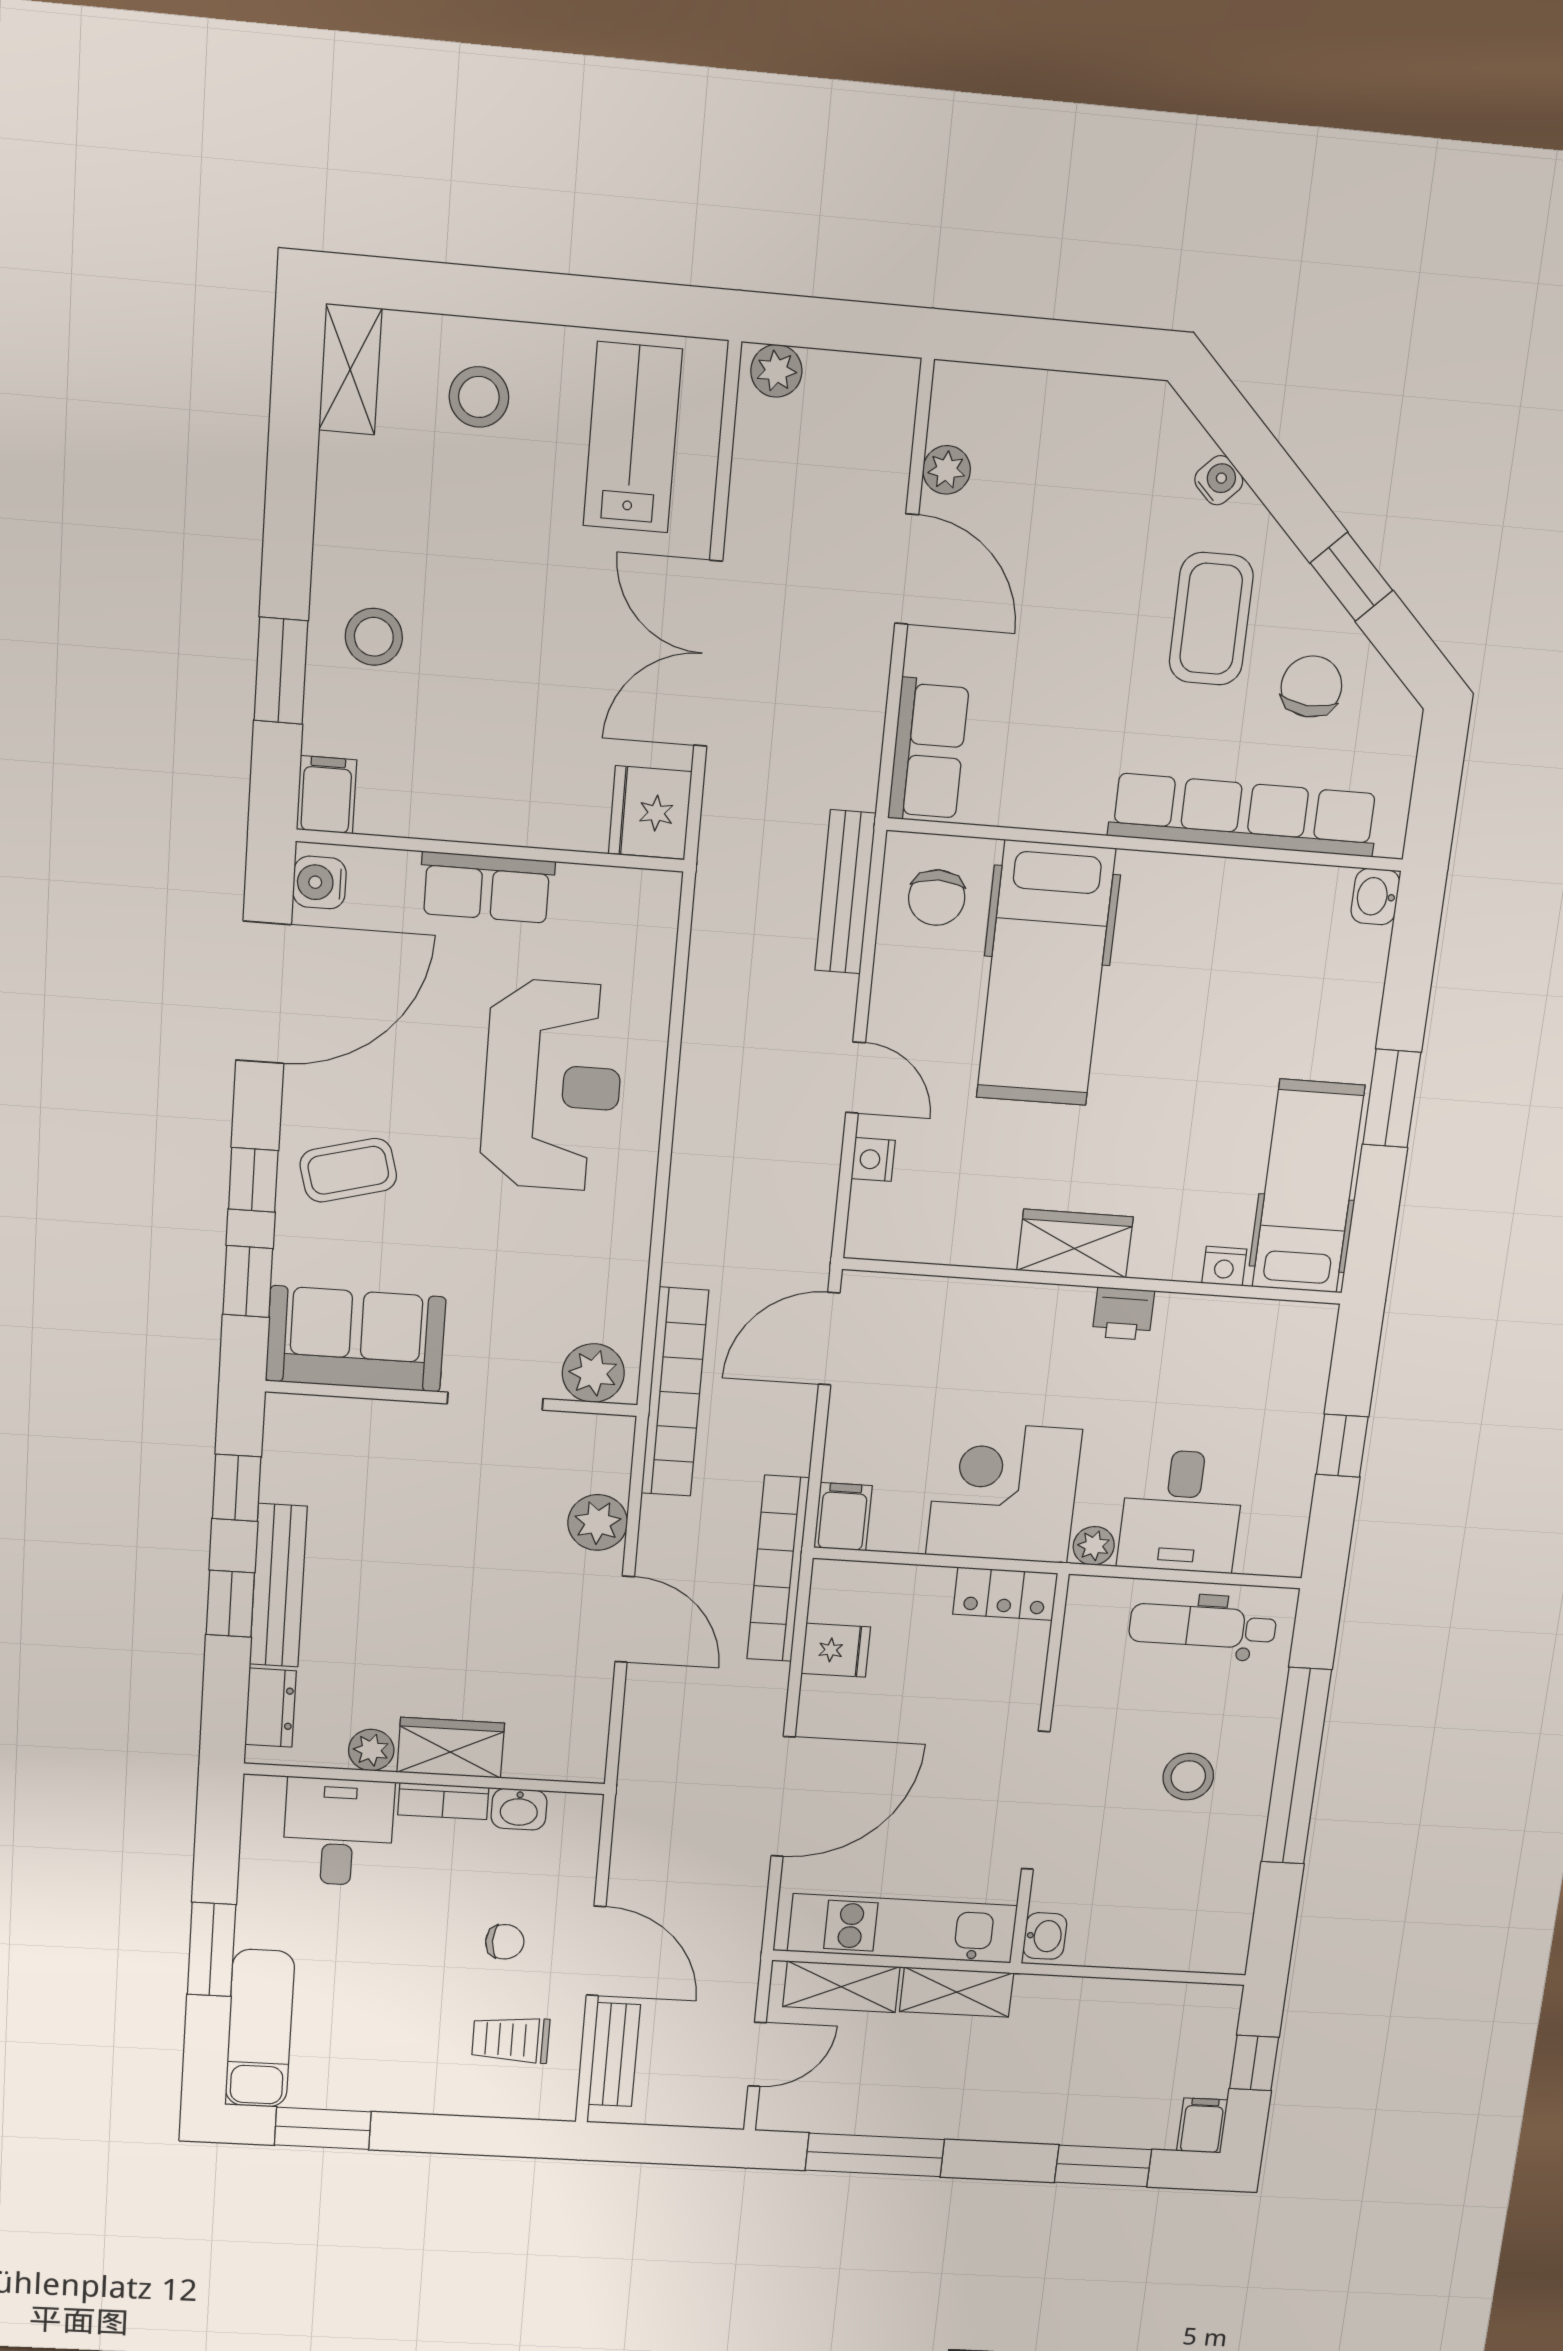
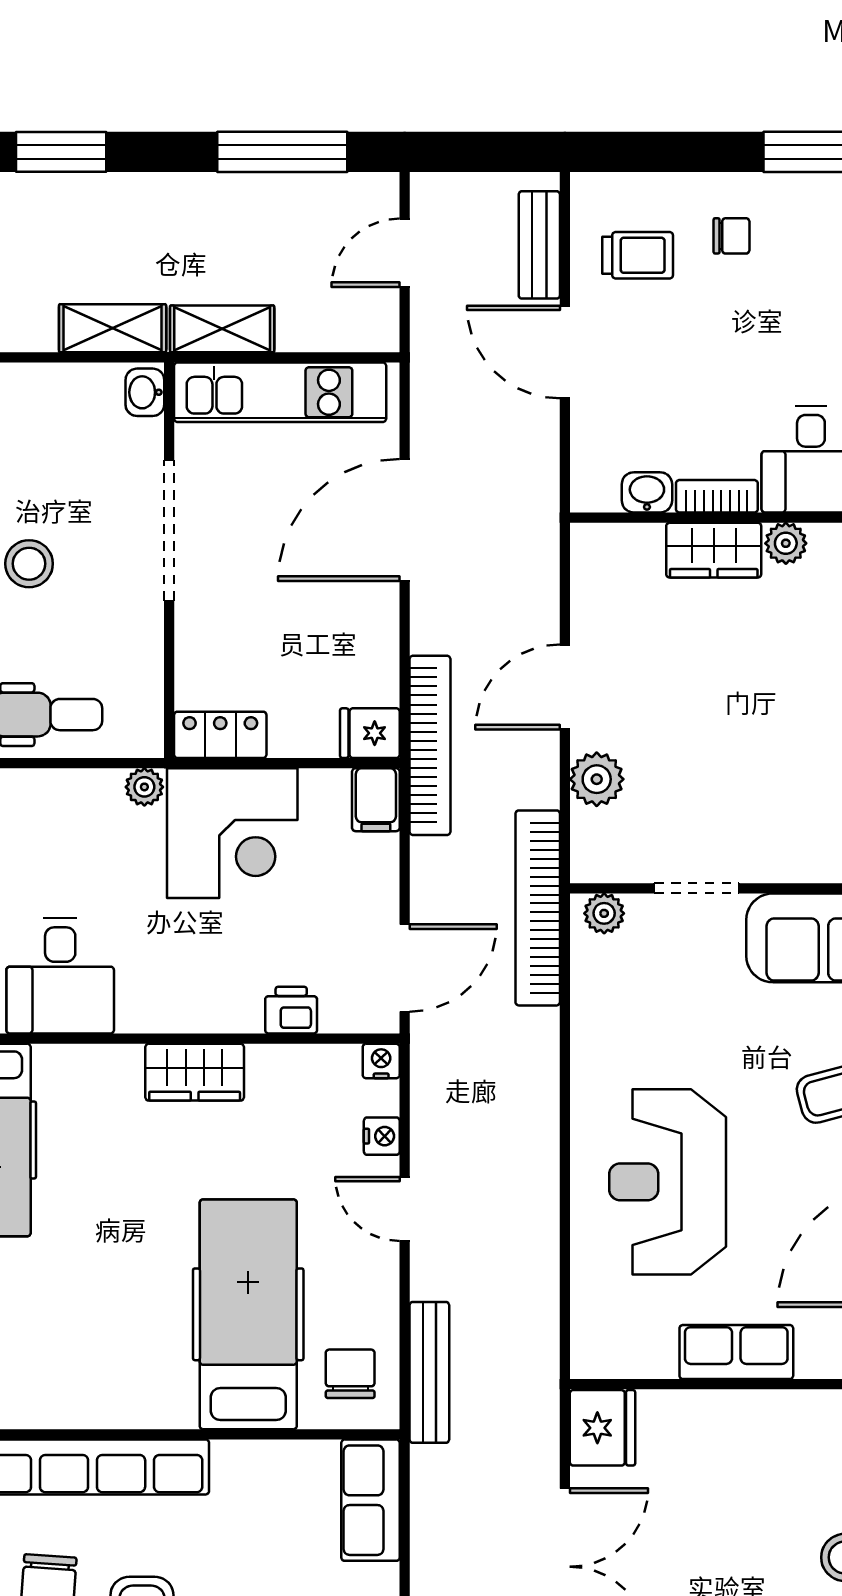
nightstand: (1224, 1266) -> (381, 1061), moved
printer: (1123, 1314) -> (291, 1010), moved
plant: (593, 1373) -> (604, 913), width x0.73, depth x0.73
desk: (1181, 1511) -> (60, 976), moved, turned 180
door: (625, 1619) -> (565, 687), hinge flipped
fridge: (836, 1650) -> (370, 733), moved
chair: (505, 1942) -> (732, 236), moved, turned 180
shelving: (841, 1987) -> (113, 328), moved

